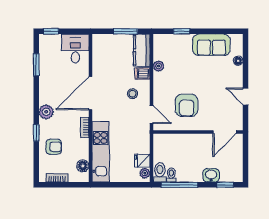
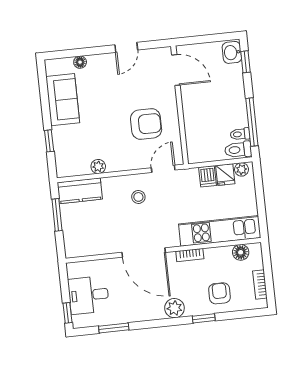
desk: (75, 48) -> (89, 295), moved
dishwasher: (142, 74) -> (208, 176), moved
washbasin: (211, 175) -> (232, 52), moved

